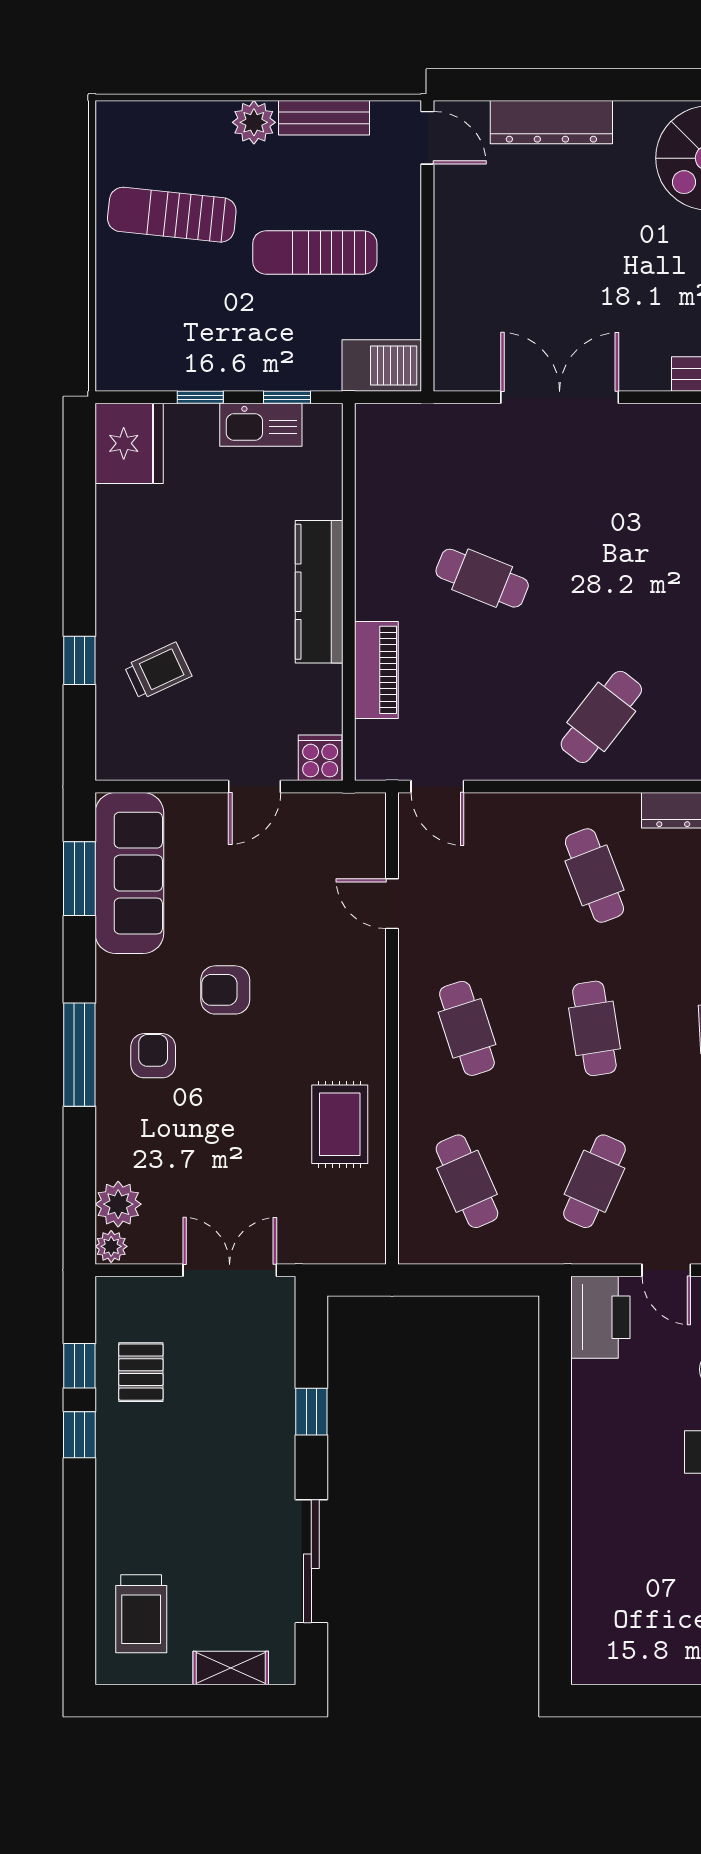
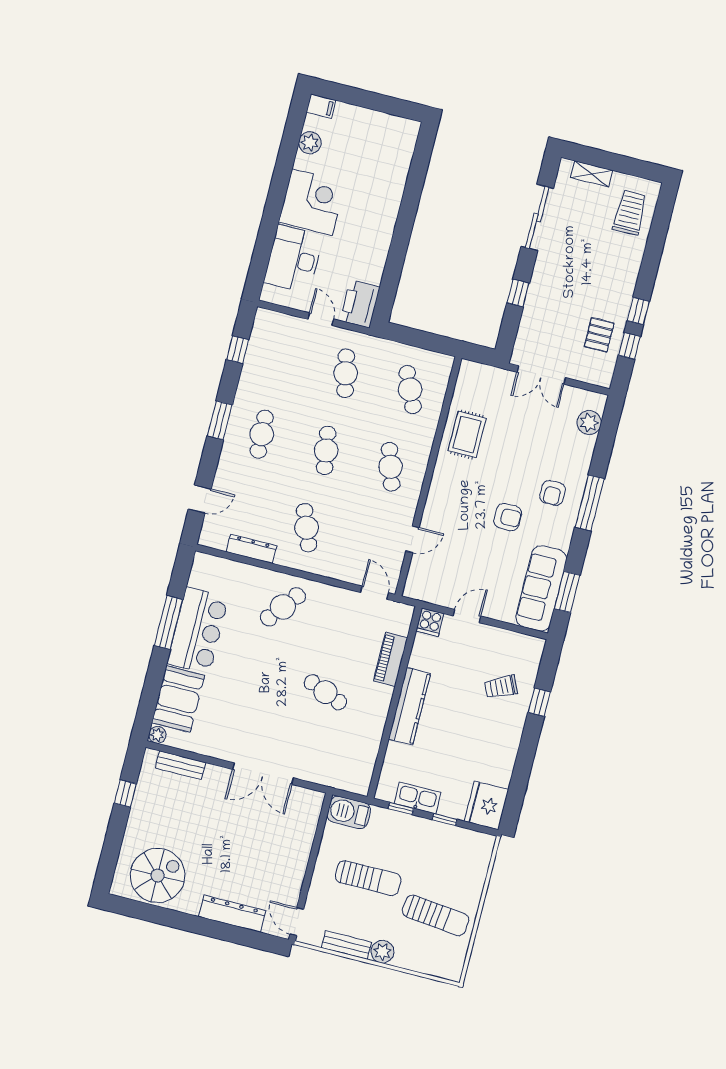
door: (392, 904) -> (412, 539), hinge flipped
cafe table: (594, 1181) -> (346, 373), turned -36
plant: (111, 1246) -> (598, 402), removed

